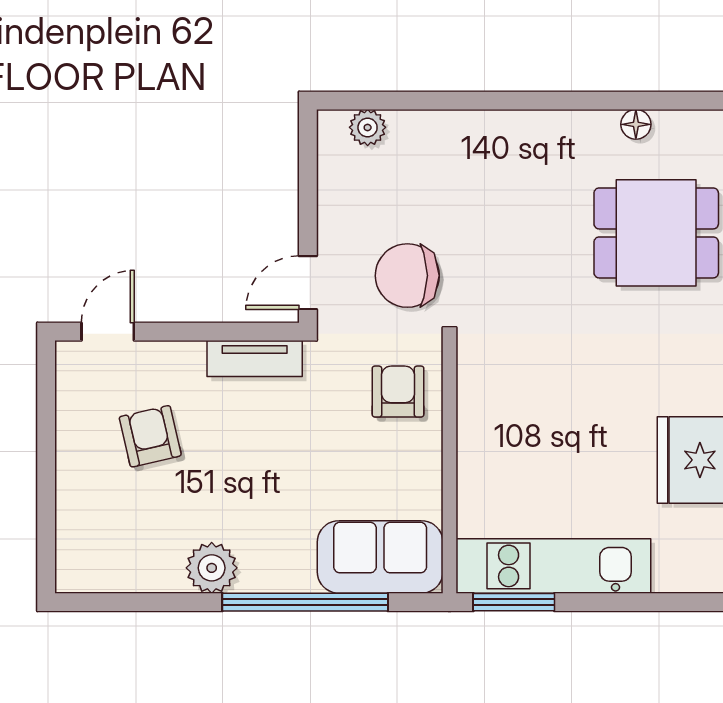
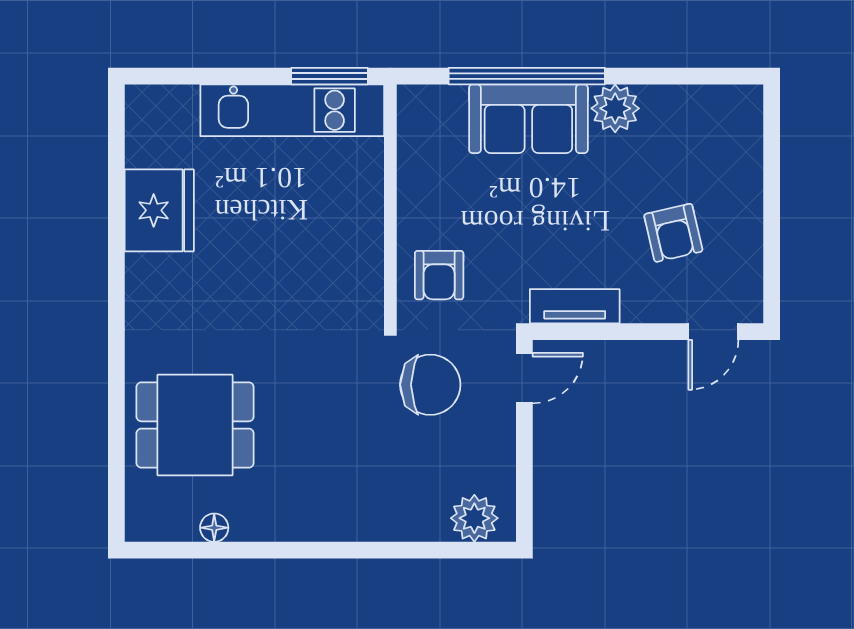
plant: (368, 127) -> (474, 518), width x1.38, depth x1.38
sofa: (380, 557) -> (528, 119), moved

